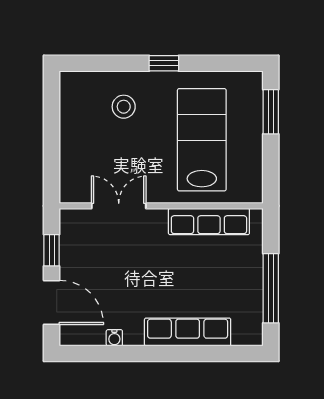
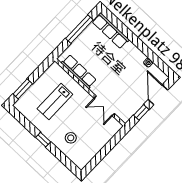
lab bench: (202, 140) -> (55, 102), width x0.73, depth x0.72
row of seats: (188, 332) -> (111, 31), moved

